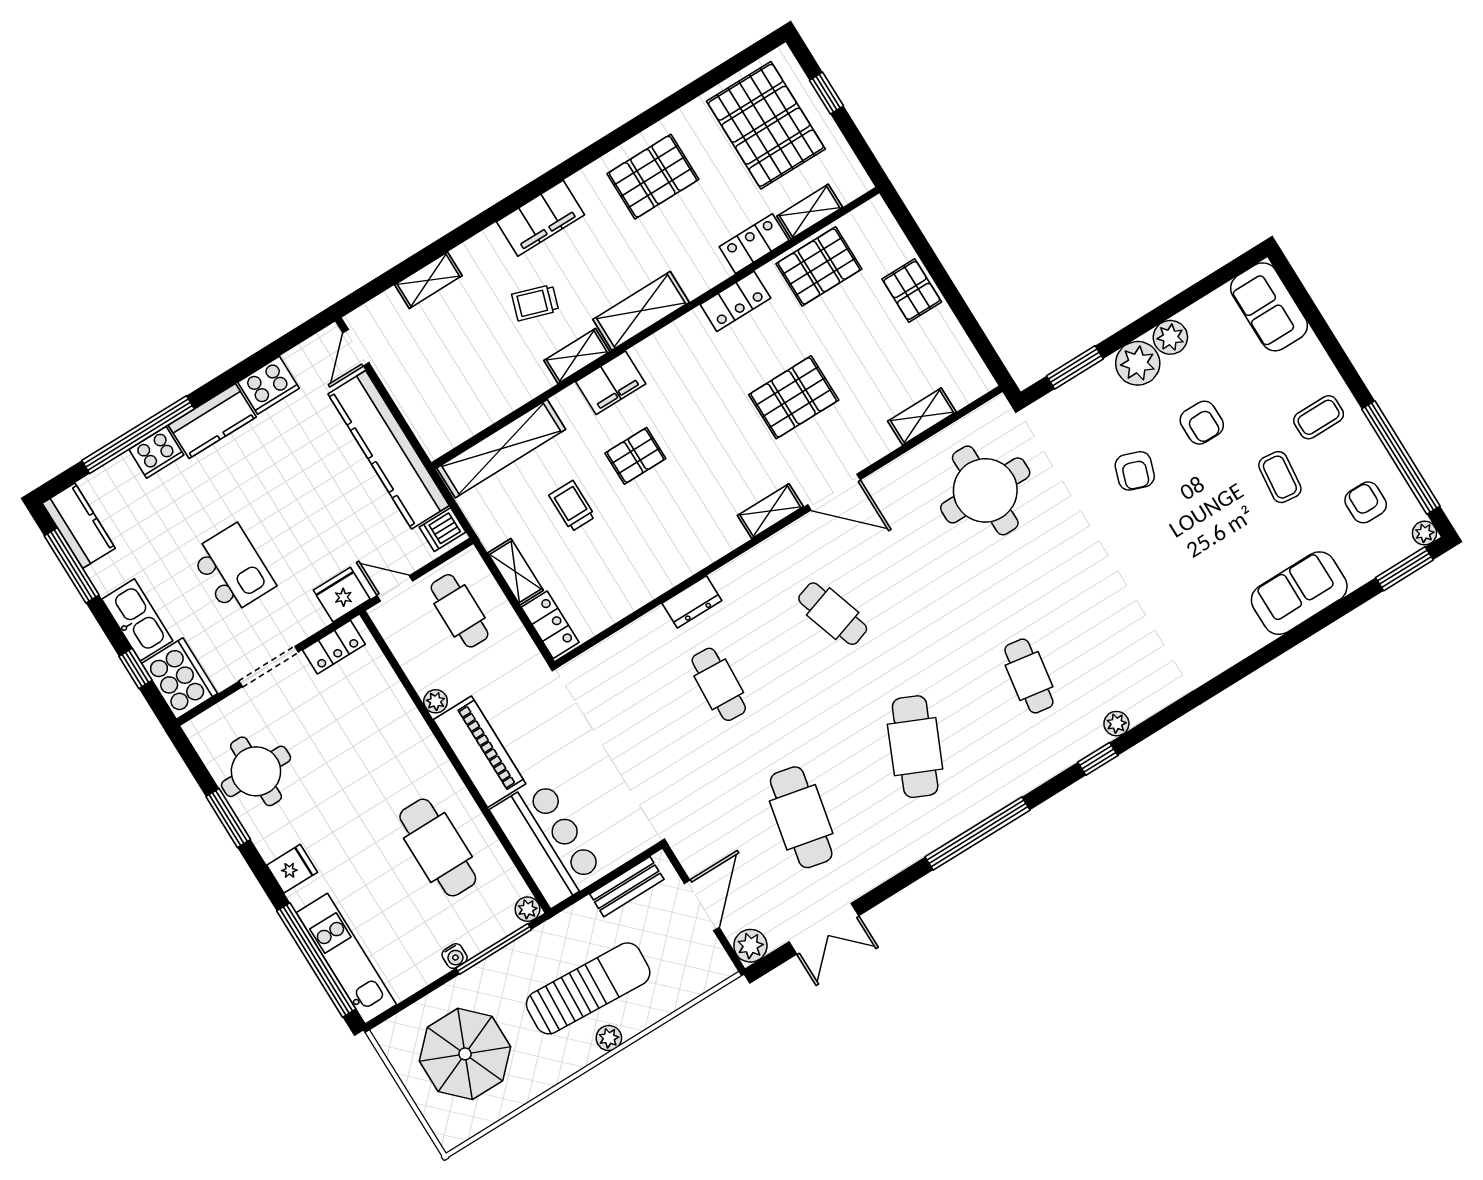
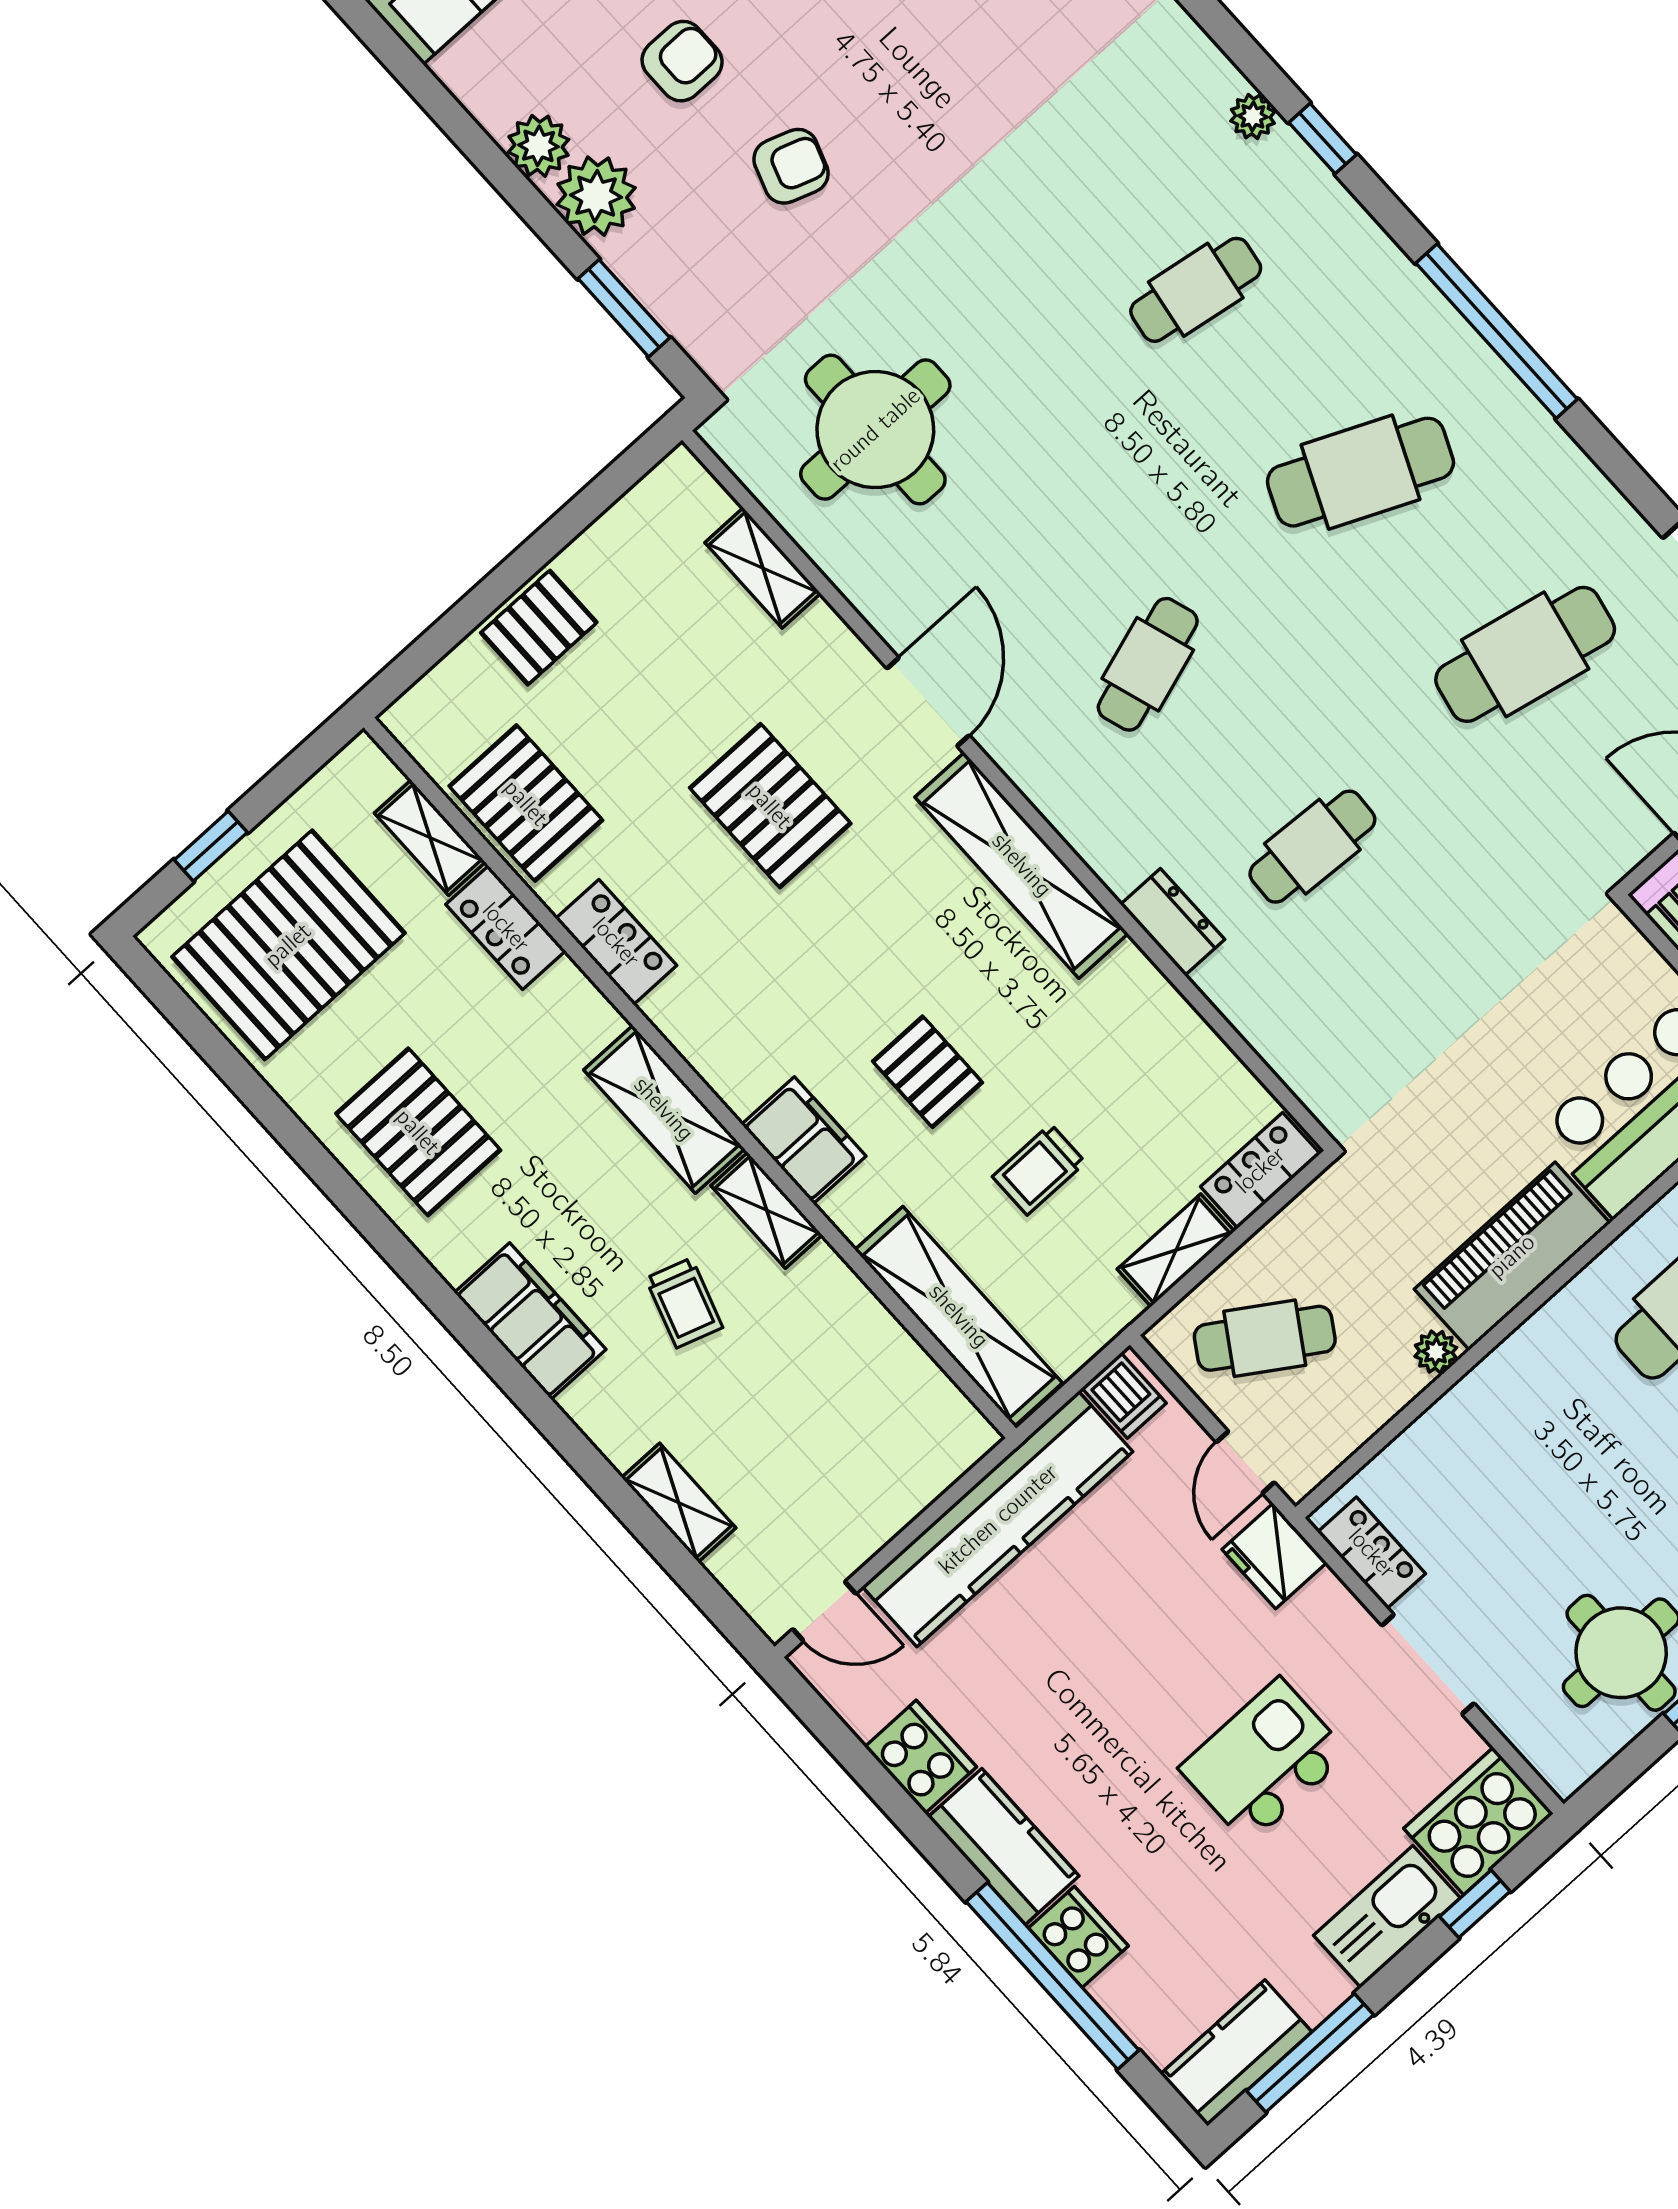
shelving: (770, 511) -> (1022, 865), width x2.20, depth x1.33
cafe table: (460, 611) -> (1265, 1338), turned 33

